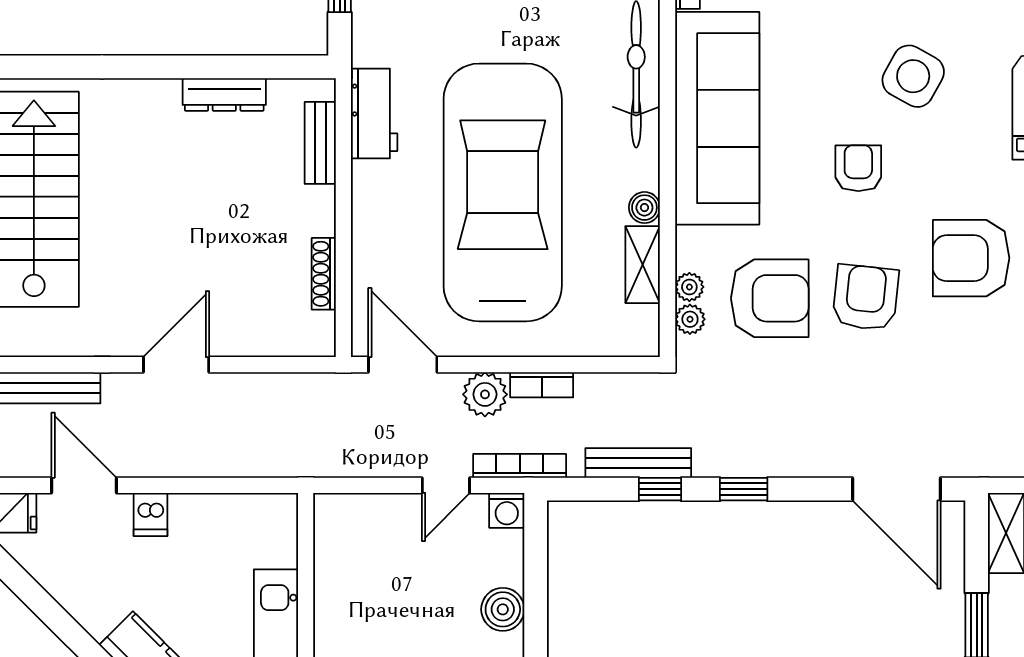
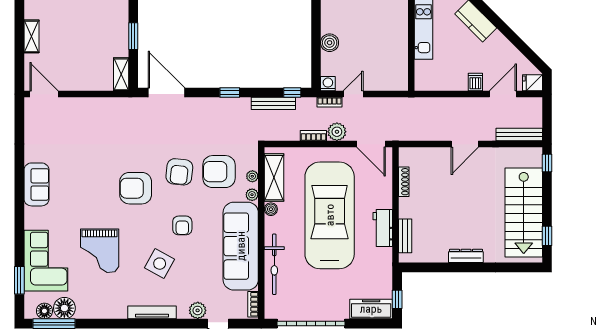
dresser: (224, 95) -> (466, 256), moved
workbench: (374, 114) -> (383, 228), moved
car: (503, 192) -> (330, 215), turned 180
armchair: (971, 258) -> (136, 188), turned 180
shelving: (643, 265) -> (274, 178), width x1.50, depth x1.33
plant: (690, 319) -> (252, 195), moved
bookcase: (520, 466) -> (330, 102), width x0.64
door: (84, 485) -> (503, 94), swing flipped
window: (660, 489) -> (292, 93), moved

